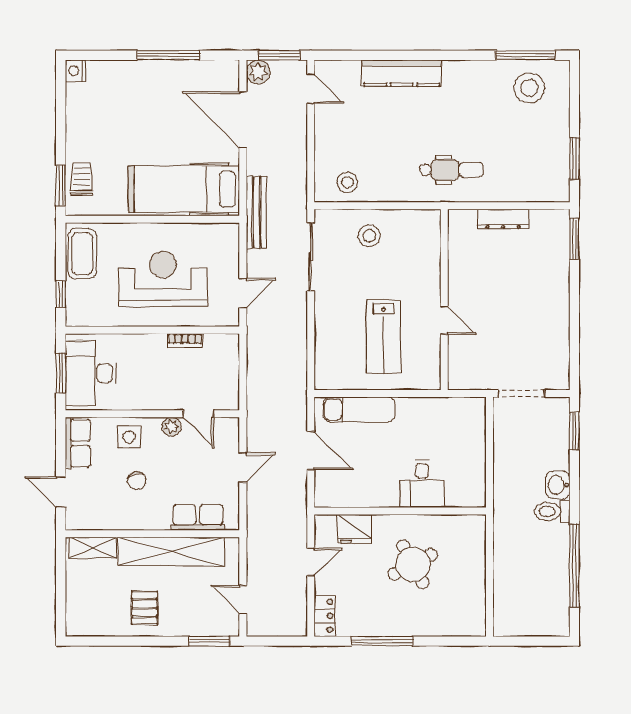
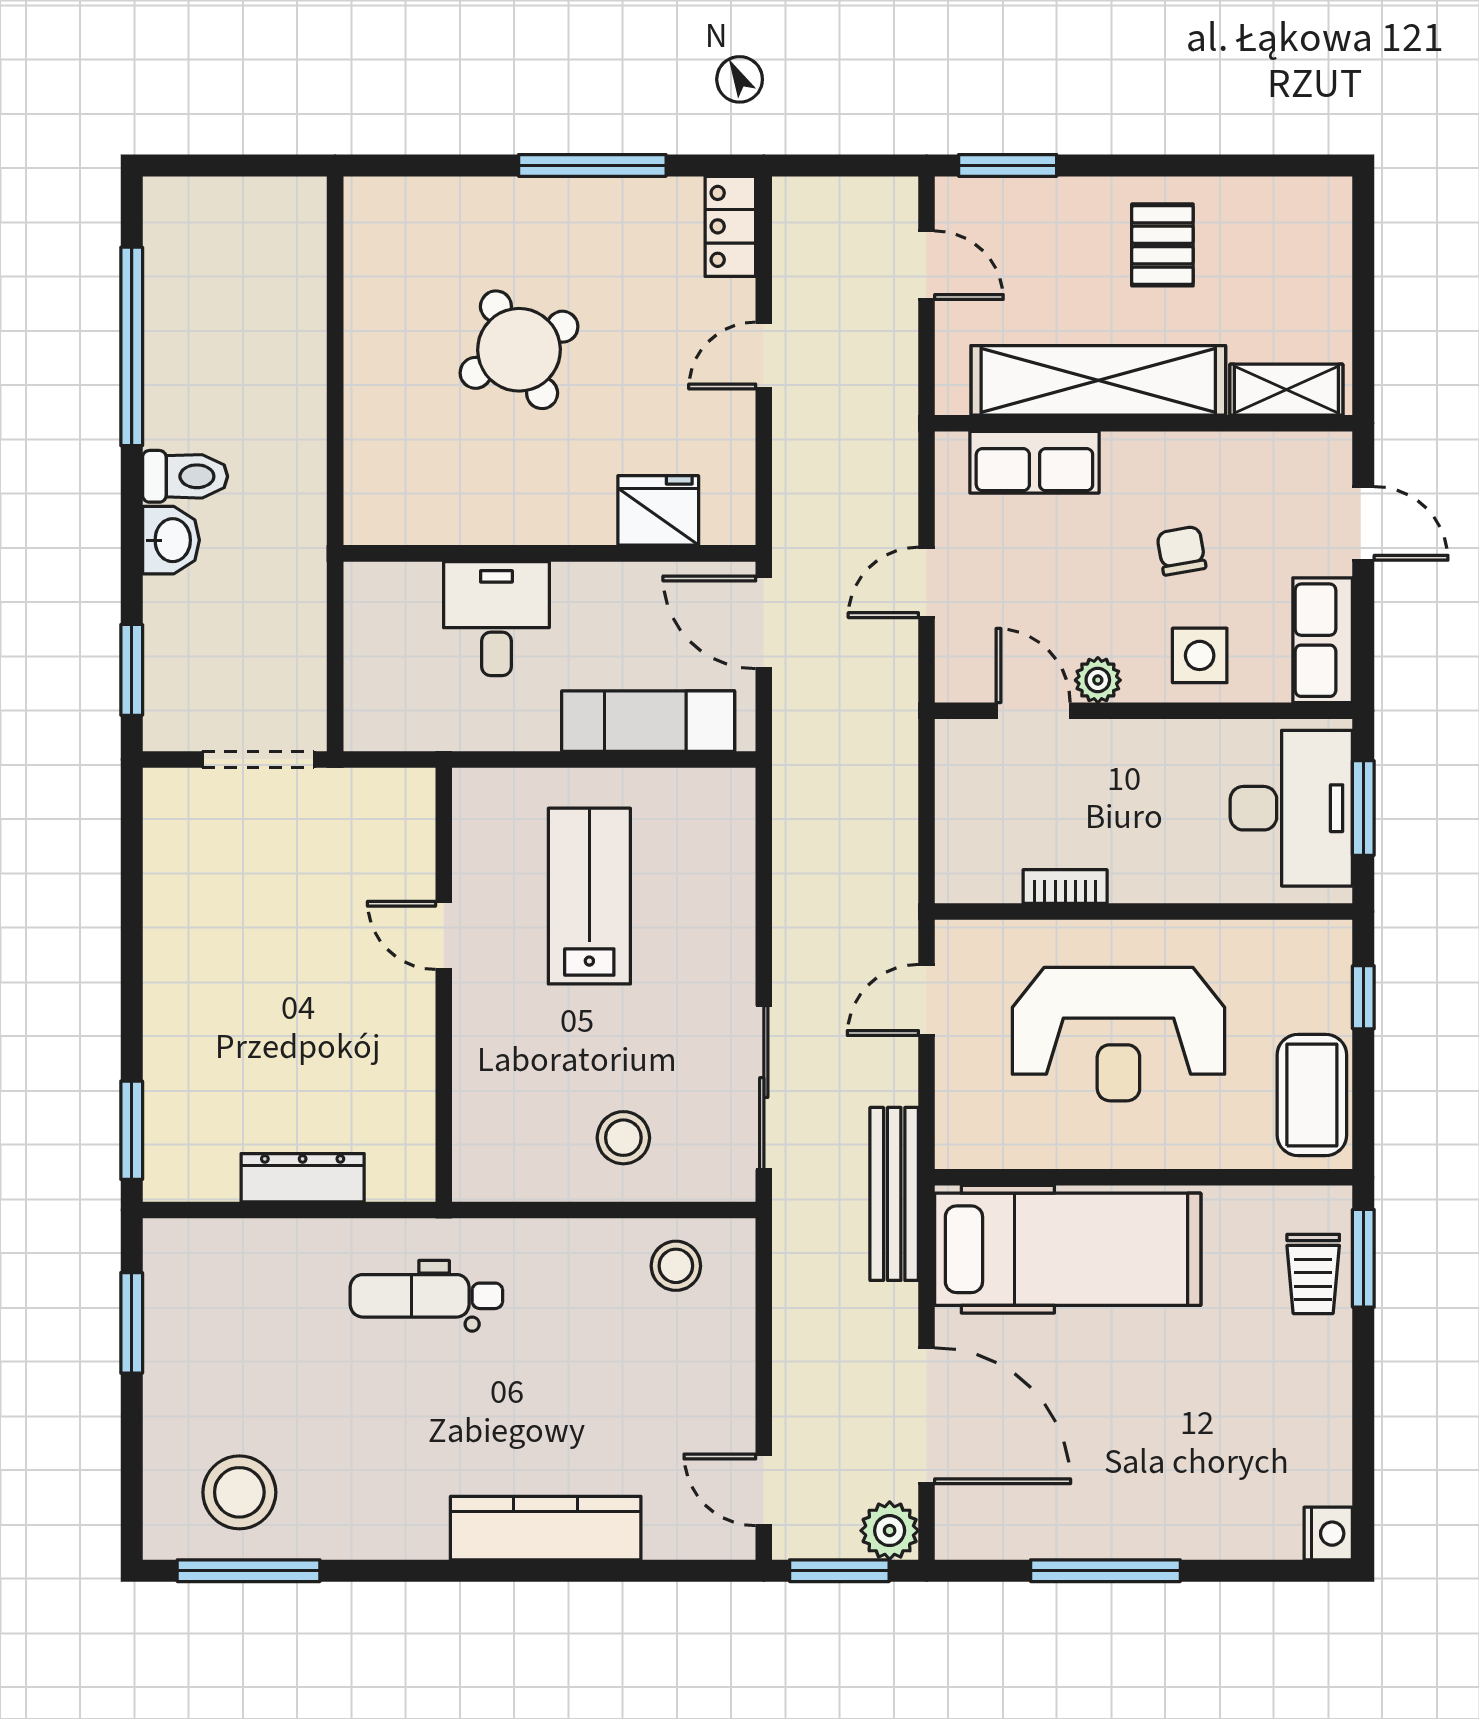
desk: (422, 484) -> (496, 619), moved
wall: (400, 511) -> (549, 553), moved
fridge: (355, 529) -> (658, 510), moved

